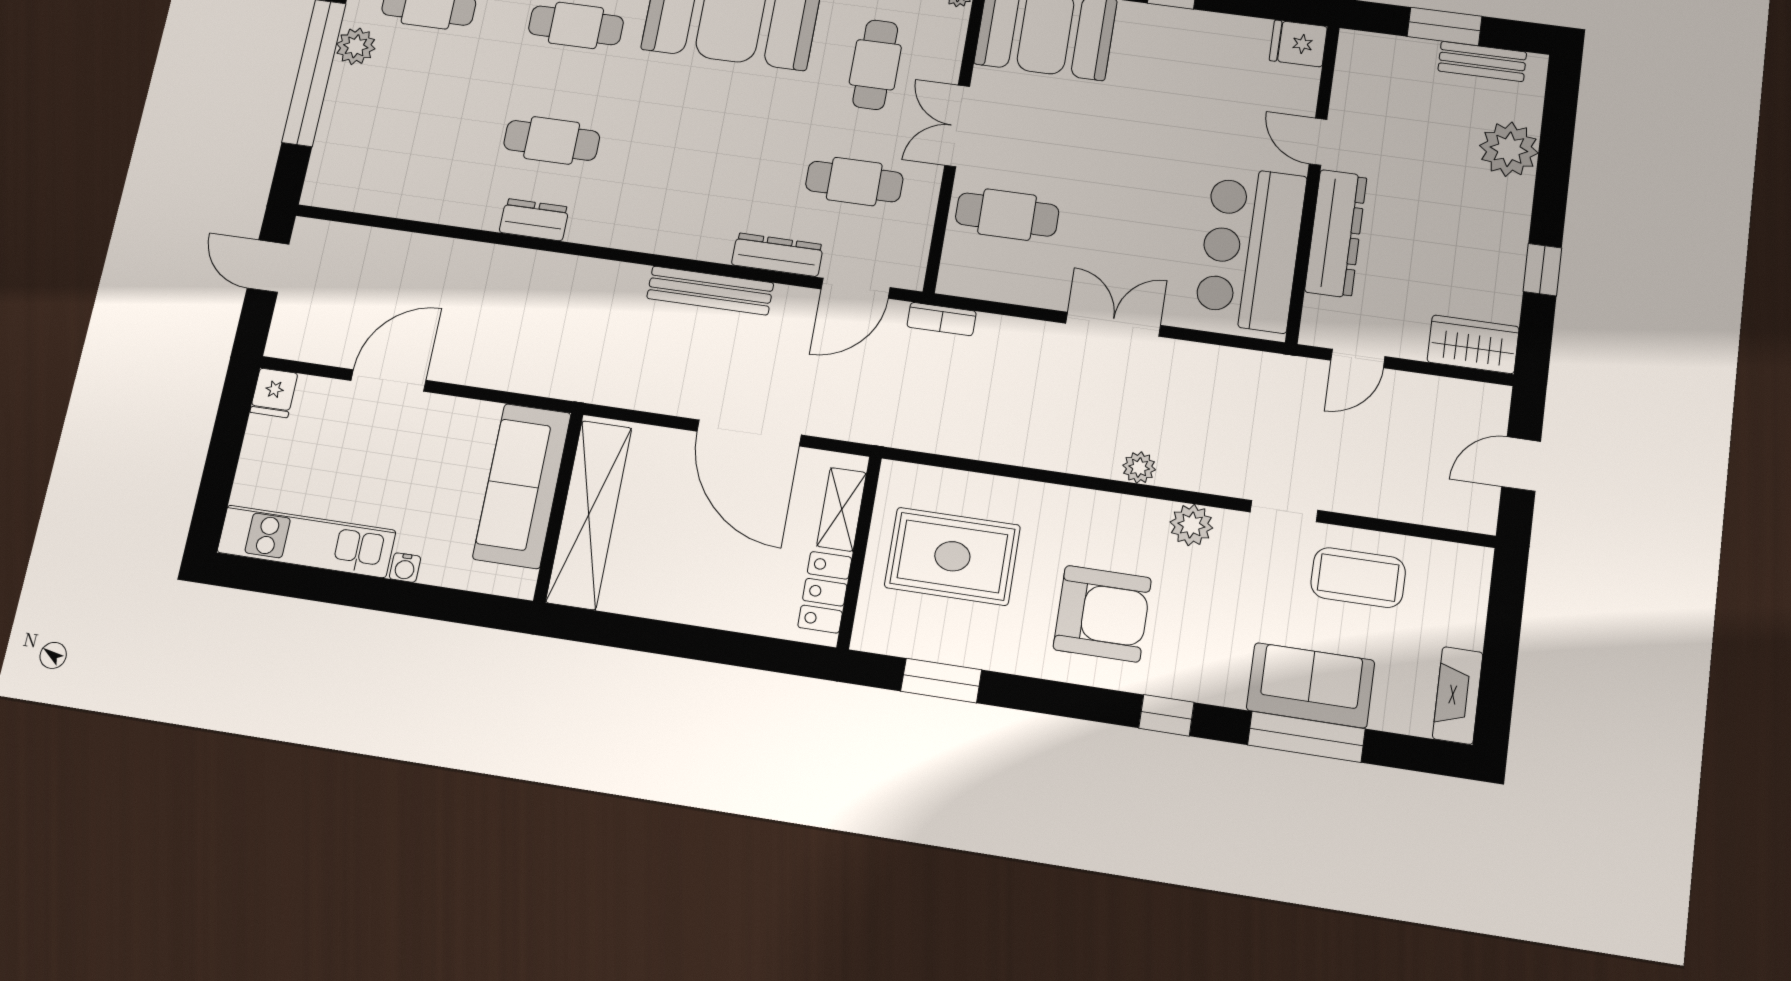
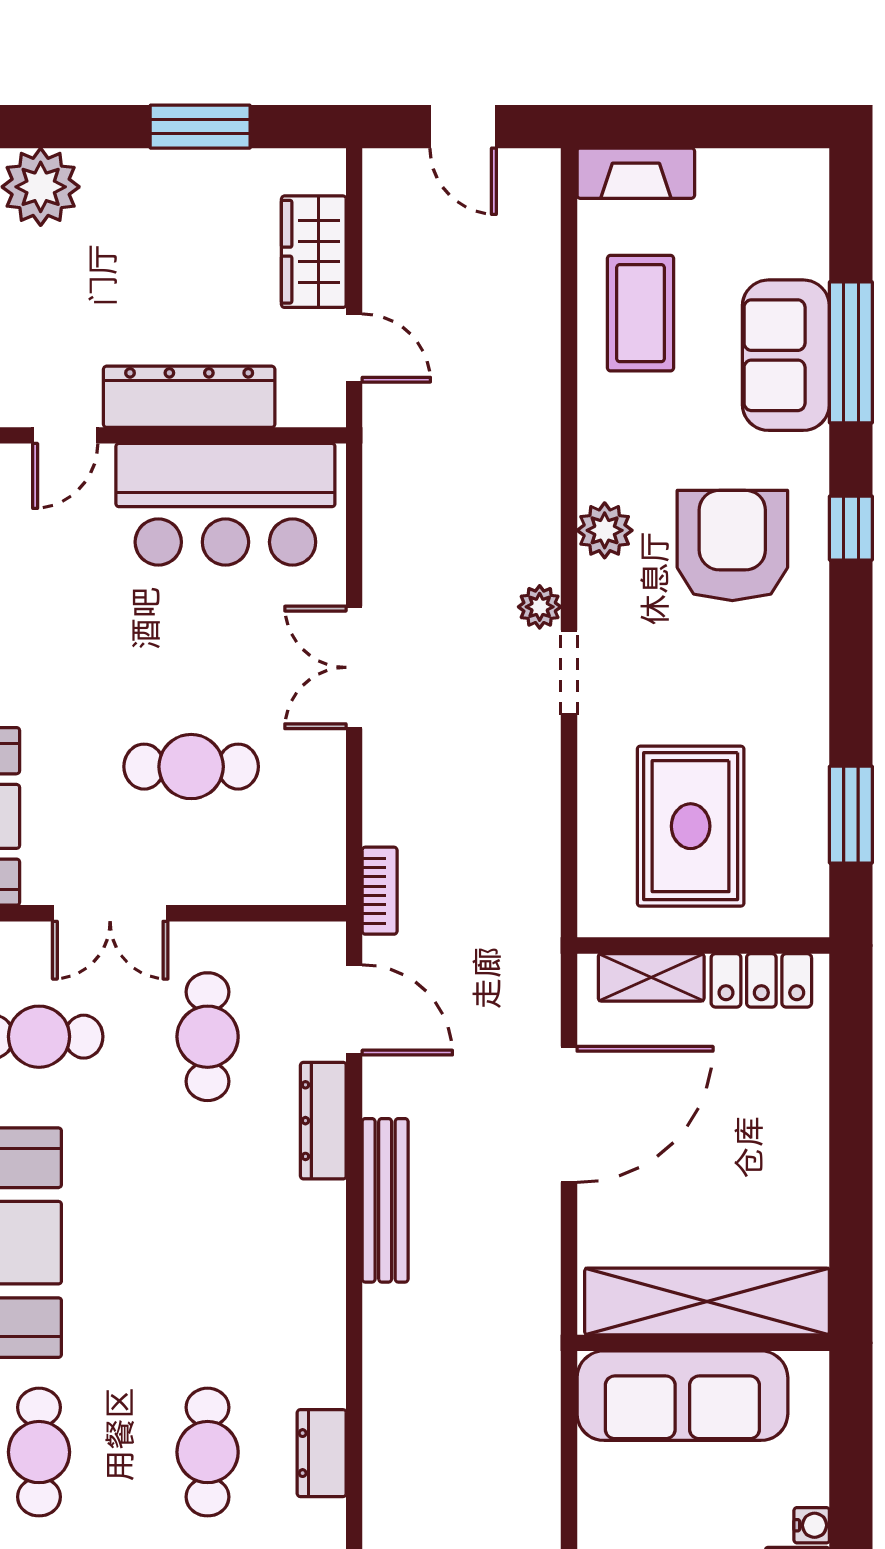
cafe table: (1007, 215) -> (191, 767), moved, turned 90
window: (1542, 270) -> (200, 127), width x1.50
wardrobe: (1473, 344) -> (314, 252), moved
doorway: (1284, 511) -> (569, 672), moved
armchair: (1102, 614) -> (732, 545), moved
fireplace: (1458, 695) -> (636, 173), moved

